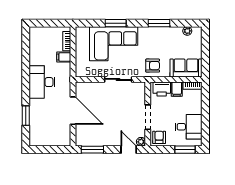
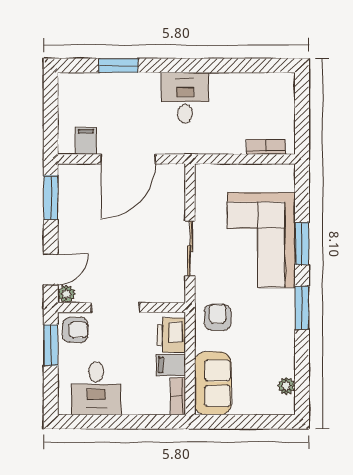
window: (159, 23) -> (302, 308), moved
filing cabinet: (64, 57) -> (86, 141), moved
armchair: (153, 66) -> (218, 317), turned 180
desk: (42, 82) -> (185, 98), width x0.73
window: (185, 150) -> (51, 345), moved

